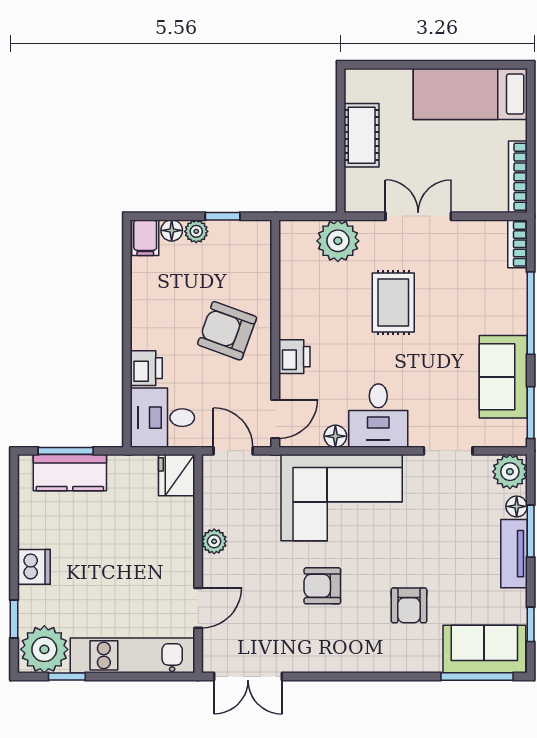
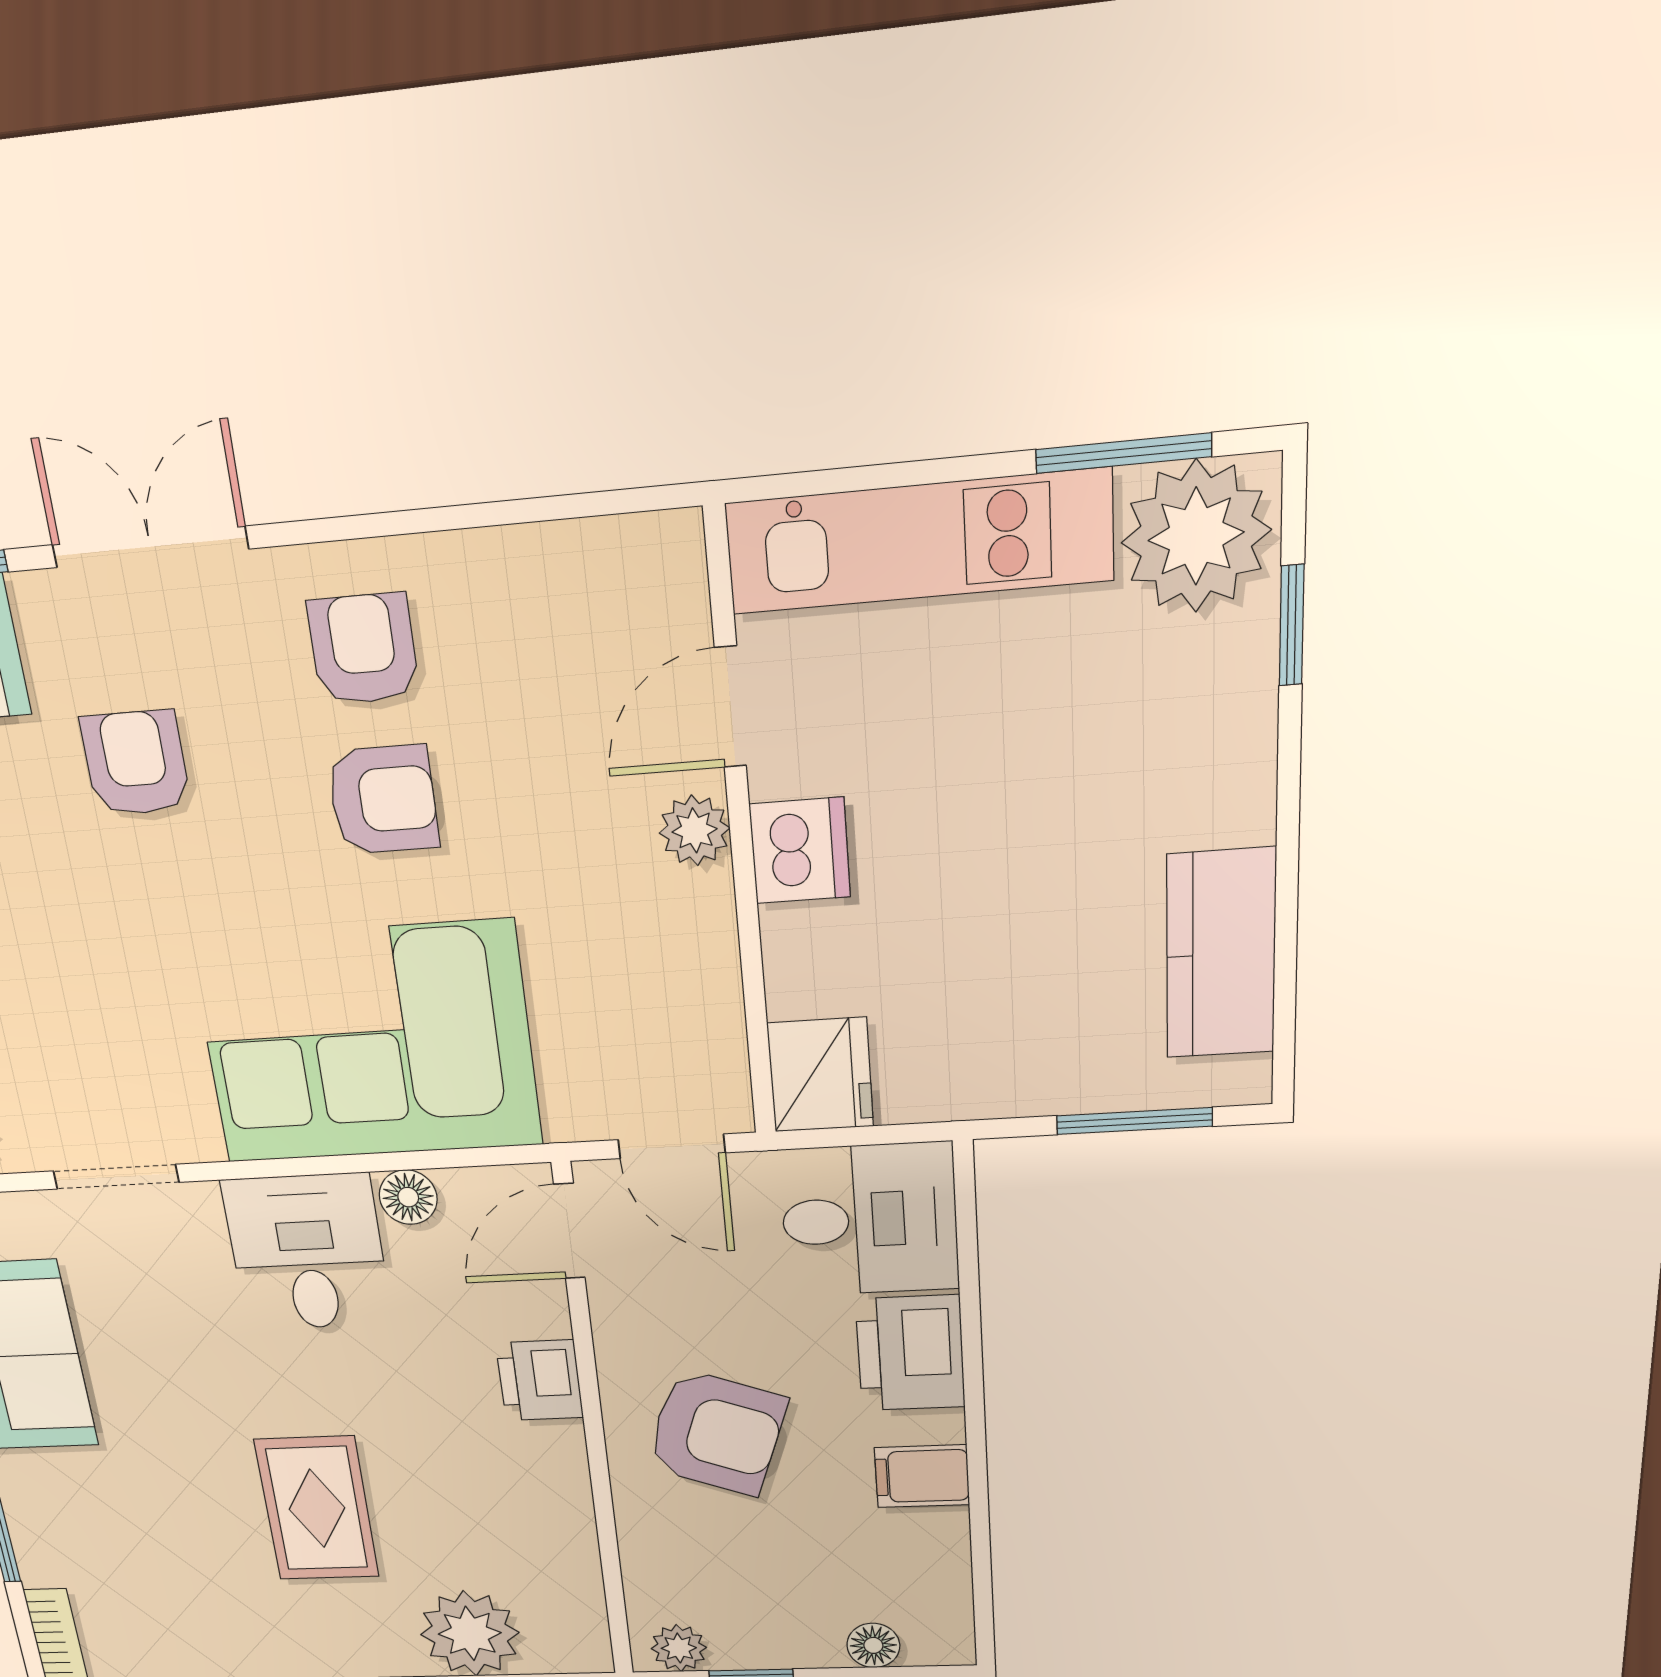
plant: (196, 231) -> (679, 1648), moved
filing cabinet: (145, 238) -> (922, 1476), moved, turned -90
printer: (146, 368) -> (910, 1353), width x1.36, depth x1.24
kitchen counter: (70, 473) -> (1221, 954), moved, turned -90
plant: (214, 541) -> (695, 830), moved
dishwasher: (34, 567) -> (800, 851), moved, turned 180
armchair: (321, 637) -> (363, 649), added
window: (67, 677) -> (1123, 453), width x1.50
double door: (248, 677) -> (150, 547), moved

